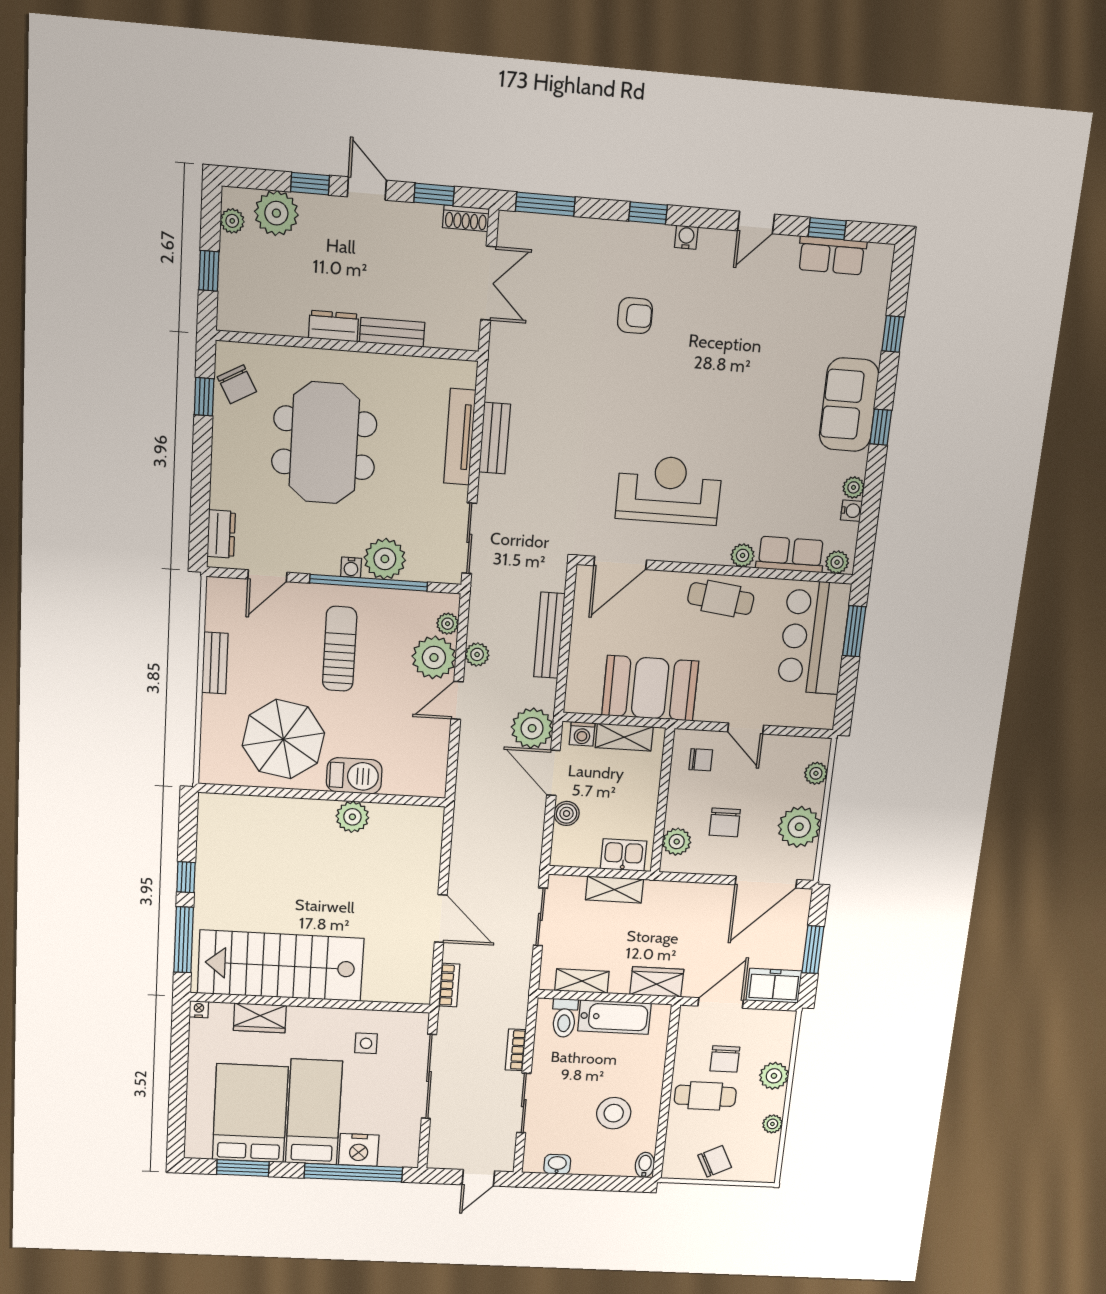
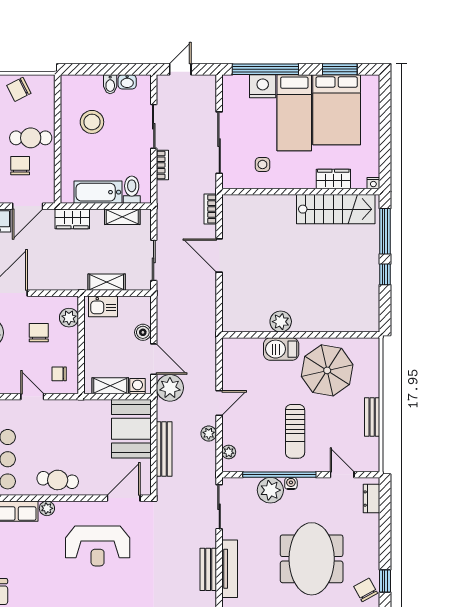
door: (267, 576) -> (342, 475), hinge flipped
plant: (434, 658) -> (236, 430), removed
booth: (650, 688) -> (131, 429), moved, turned 90
stairs: (281, 966) -> (336, 209), width x0.73, depth x0.66
bidet: (645, 1165) -> (110, 84), moved

